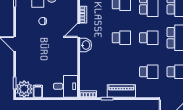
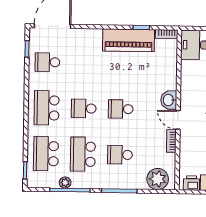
door: (79, 30) -> (178, 120), swing flipped
school desk: (149, 72) -> (84, 63), removed
piano: (121, 91) -> (129, 40), width x1.37, depth x1.33

